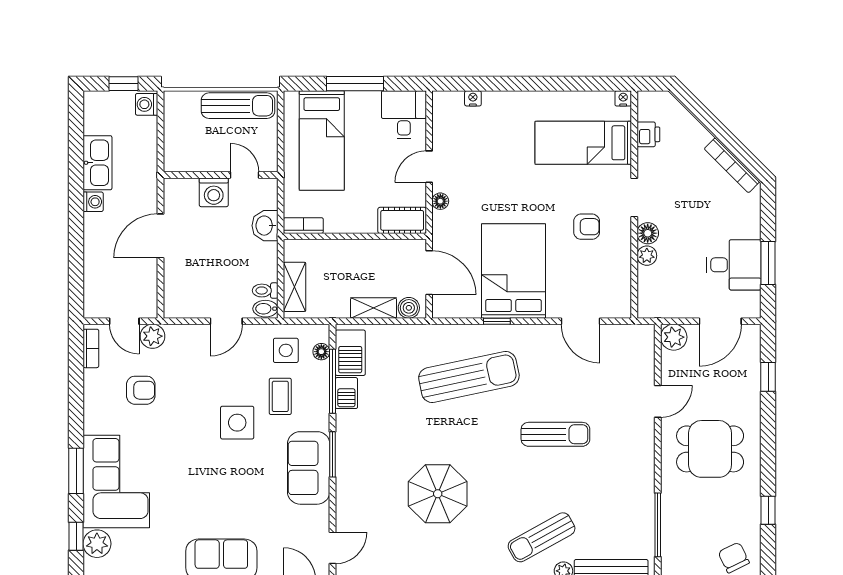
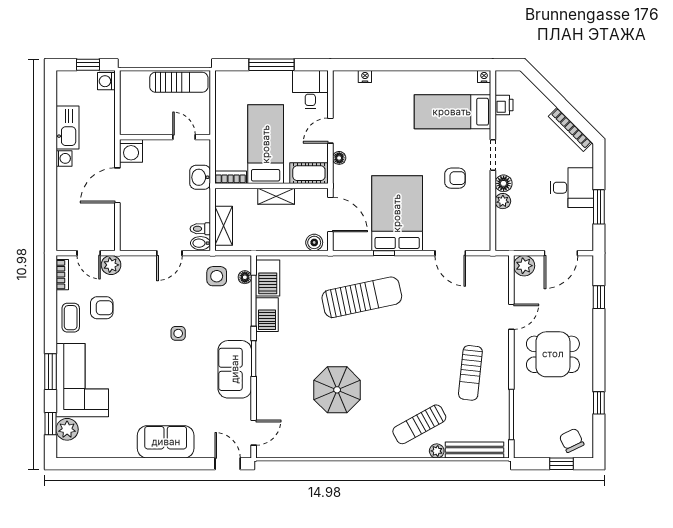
bed: (322, 141) -> (266, 144), moved, turned 180
washing machine: (214, 192) -> (131, 151), moved
desk: (734, 265) -> (572, 188), moved
shelving: (374, 308) -> (276, 196), moved
barbecue: (346, 393) -> (267, 315), width x1.38, depth x1.27
coffee table: (280, 396) -> (71, 318), moved
side table: (237, 423) -> (178, 333), width x0.54, depth x0.54
sun lounger: (555, 434) -> (470, 373), moved, turned 96

